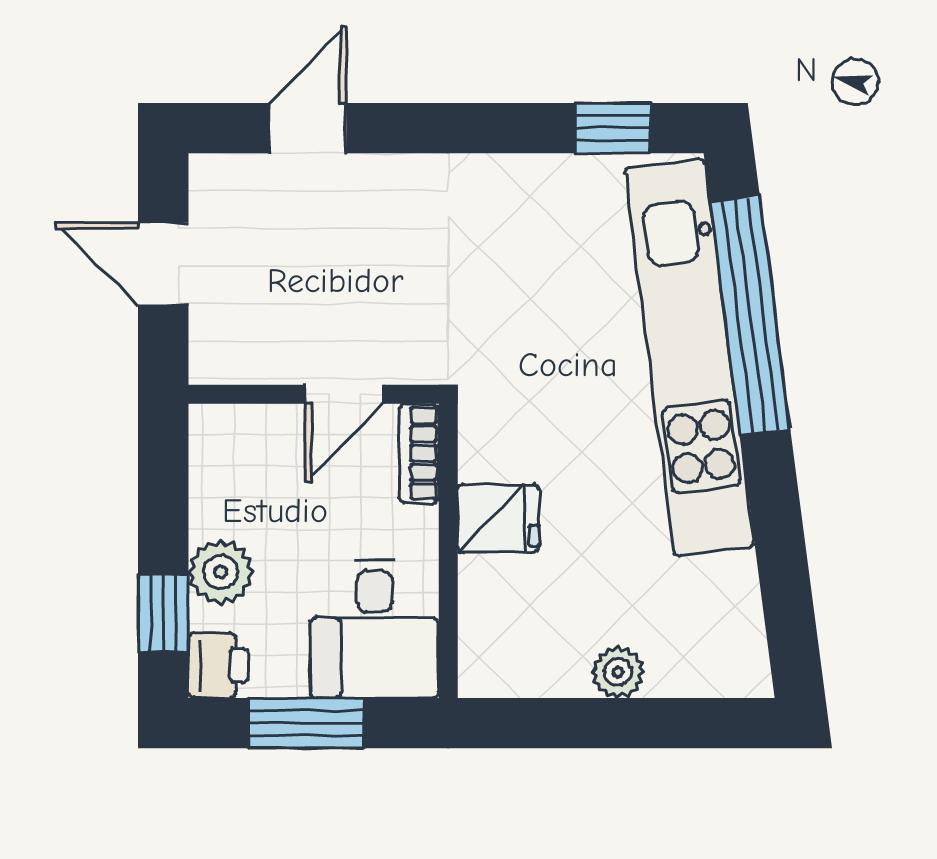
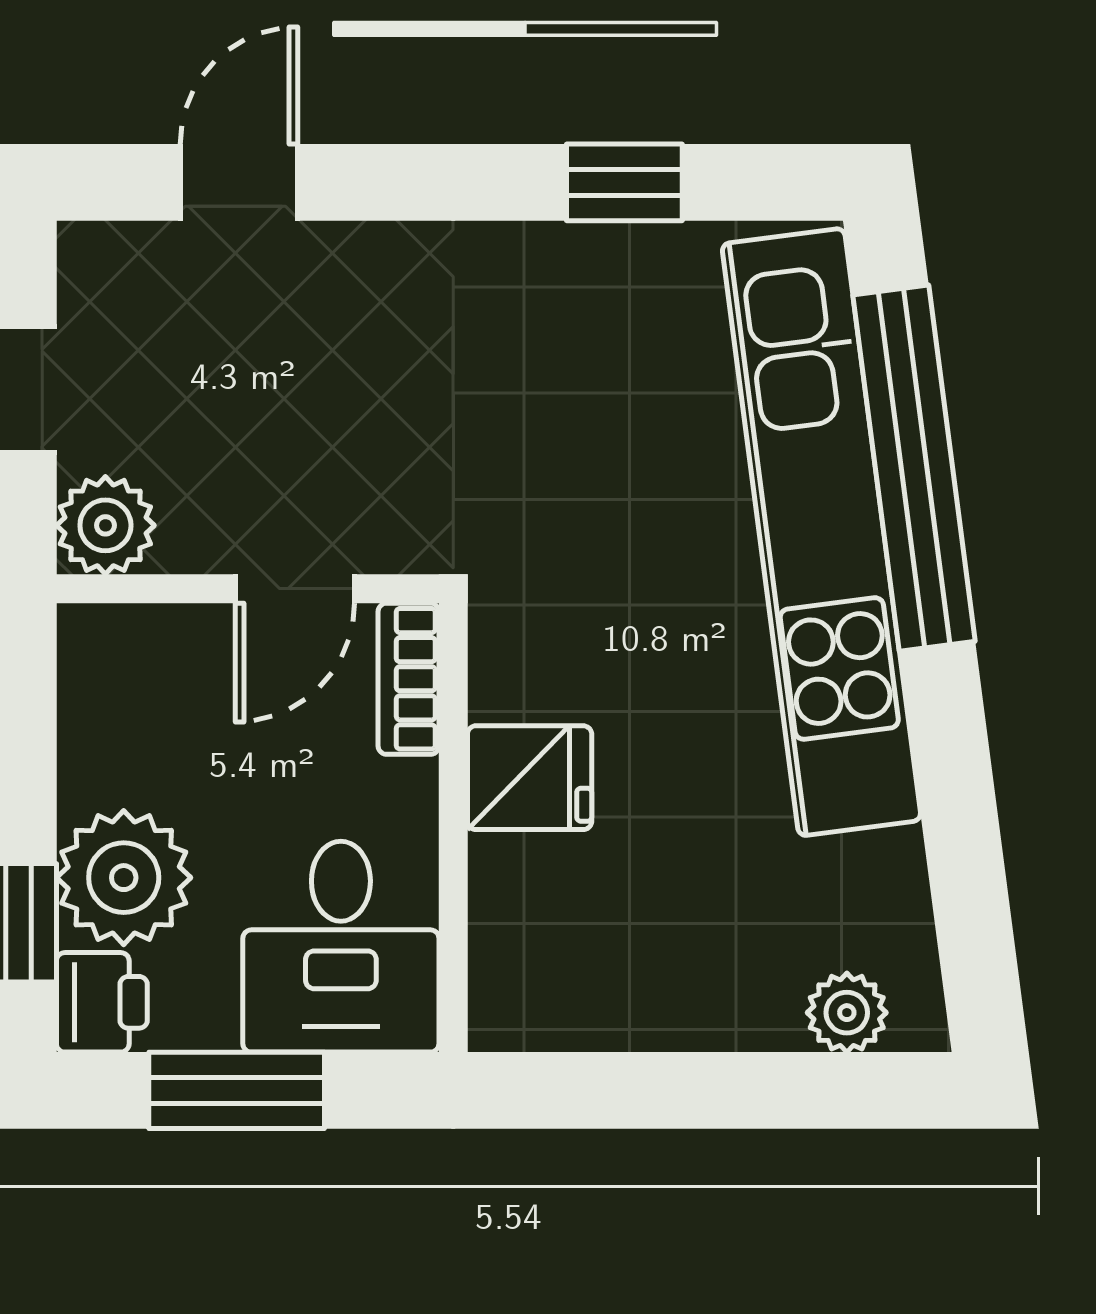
window: (613, 128) -> (624, 182), moved
plant: (220, 353) -> (105, 525), added
plant: (221, 572) -> (124, 878), width x1.36, depth x1.36
plant: (618, 672) -> (847, 1013), moved

